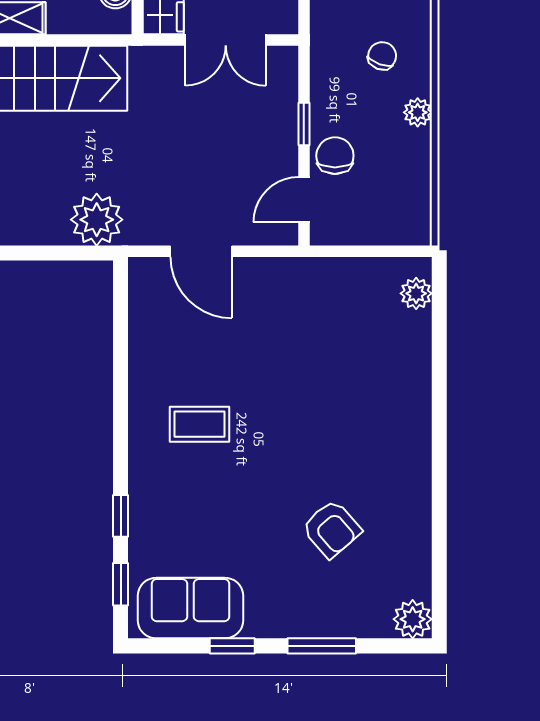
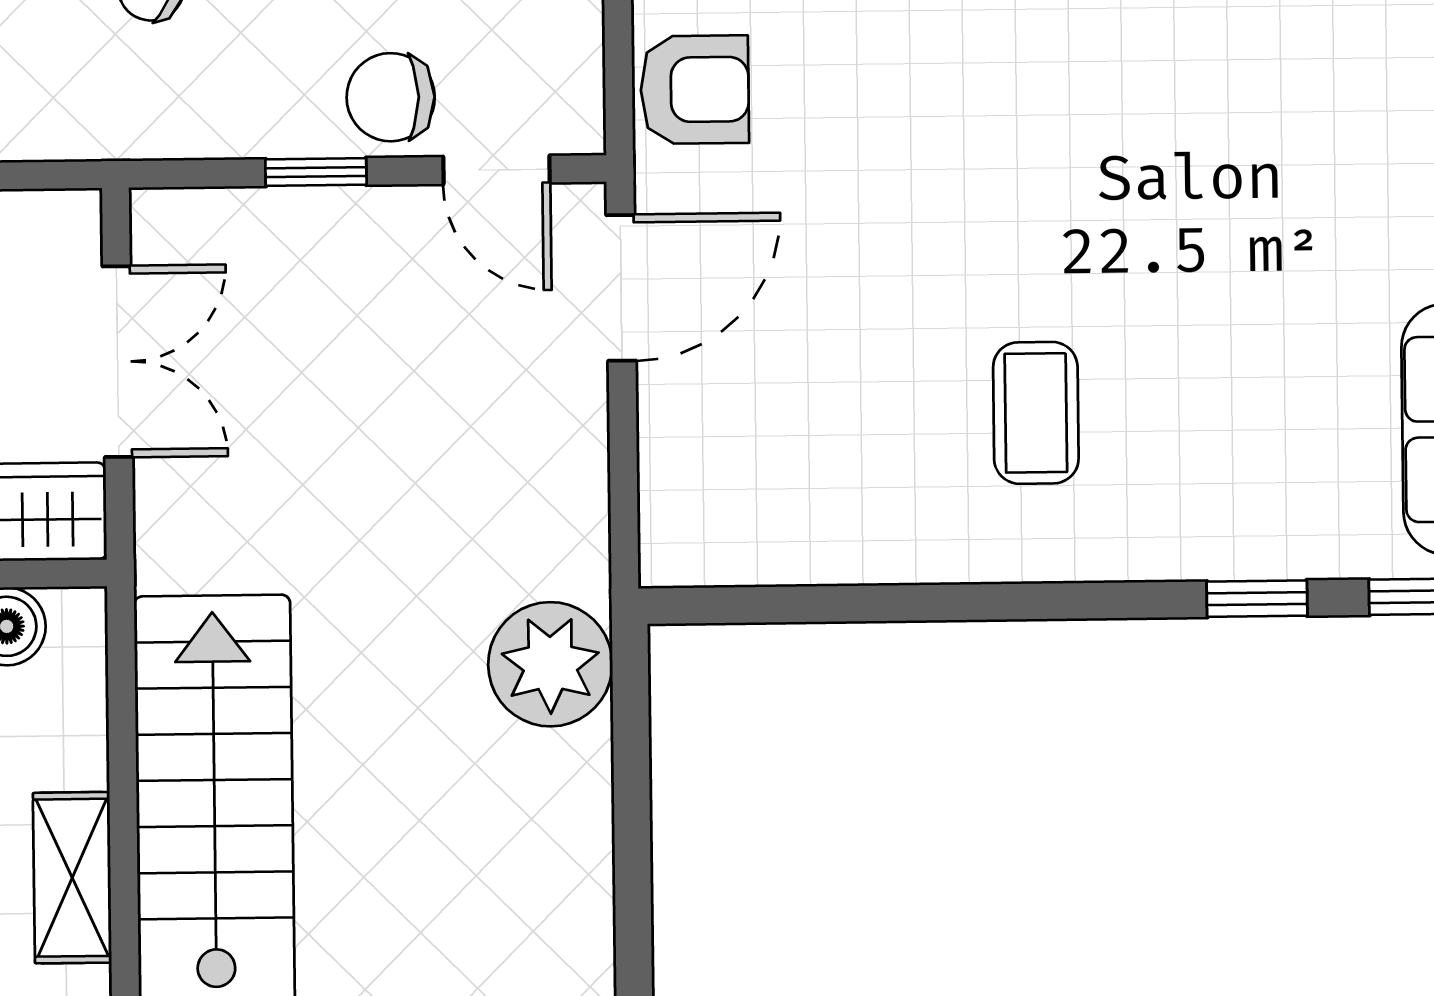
door: (201, 251) -> (621, 288), moved
armchair: (332, 529) -> (695, 90), moved, turned 41

